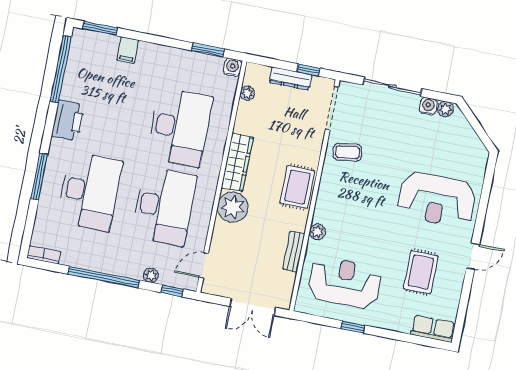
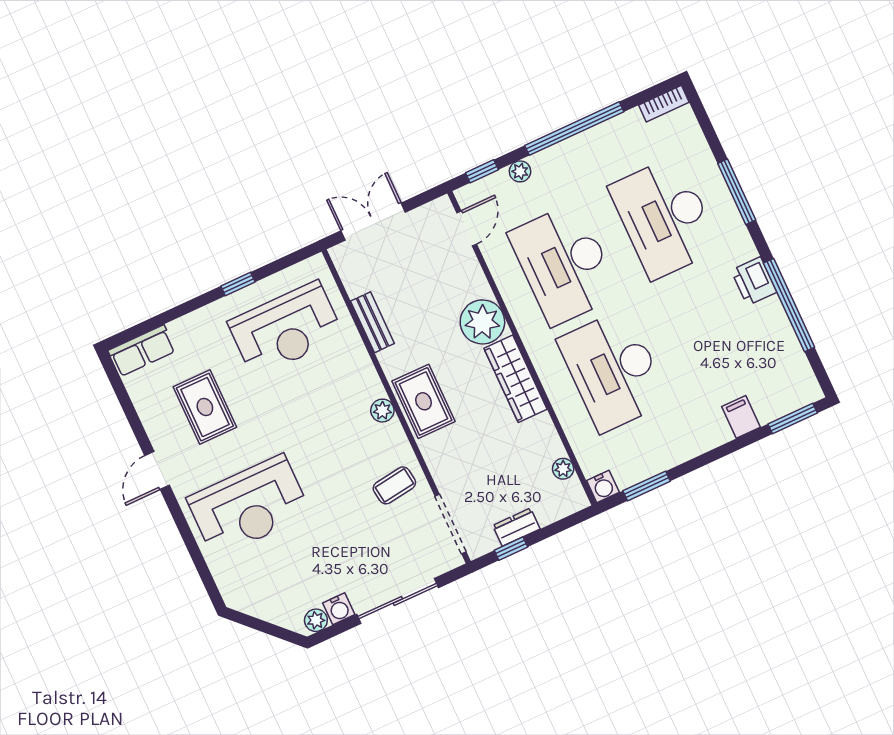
window: (61, 69) -> (789, 305), moved
dresser: (291, 78) -> (516, 527), width x0.70
printer: (68, 120) -> (754, 281), width x0.73, depth x0.84
reception desk: (436, 200) -> (249, 506), turned 180
plant: (317, 232) -> (382, 411), moved

